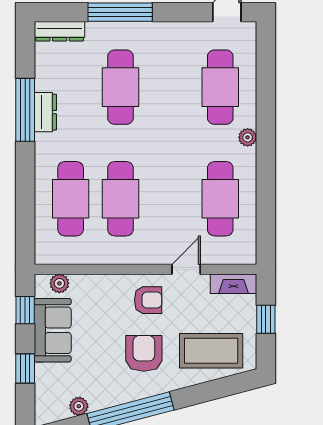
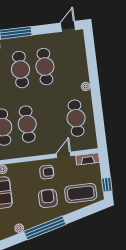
cafe table: (220, 87) -> (45, 67), moved
window: (266, 319) -> (107, 185), moved

